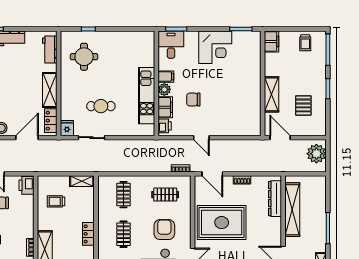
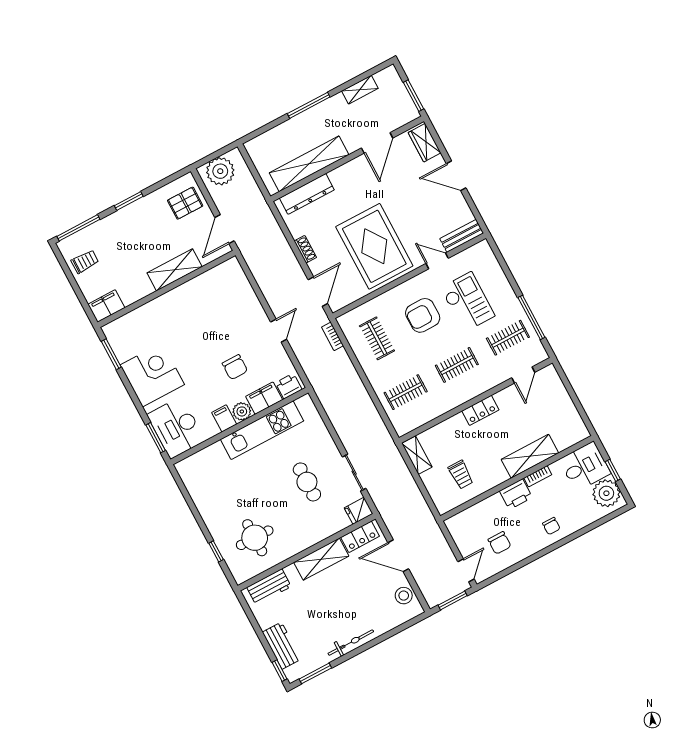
desk: (171, 45) -> (176, 428), width x1.37
pallet: (303, 105) -> (185, 203), moved
printer: (26, 185) -> (516, 494), moved

